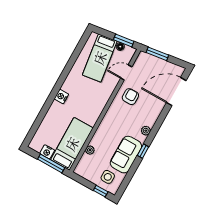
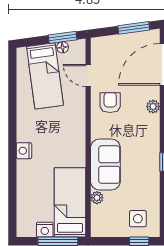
window: (157, 54) -> (134, 28), moved
door: (126, 72) -> (88, 75), hinge flipped
plant: (146, 131) -> (153, 107), moved
sofa: (126, 155) -> (105, 165), moved, turned 180

